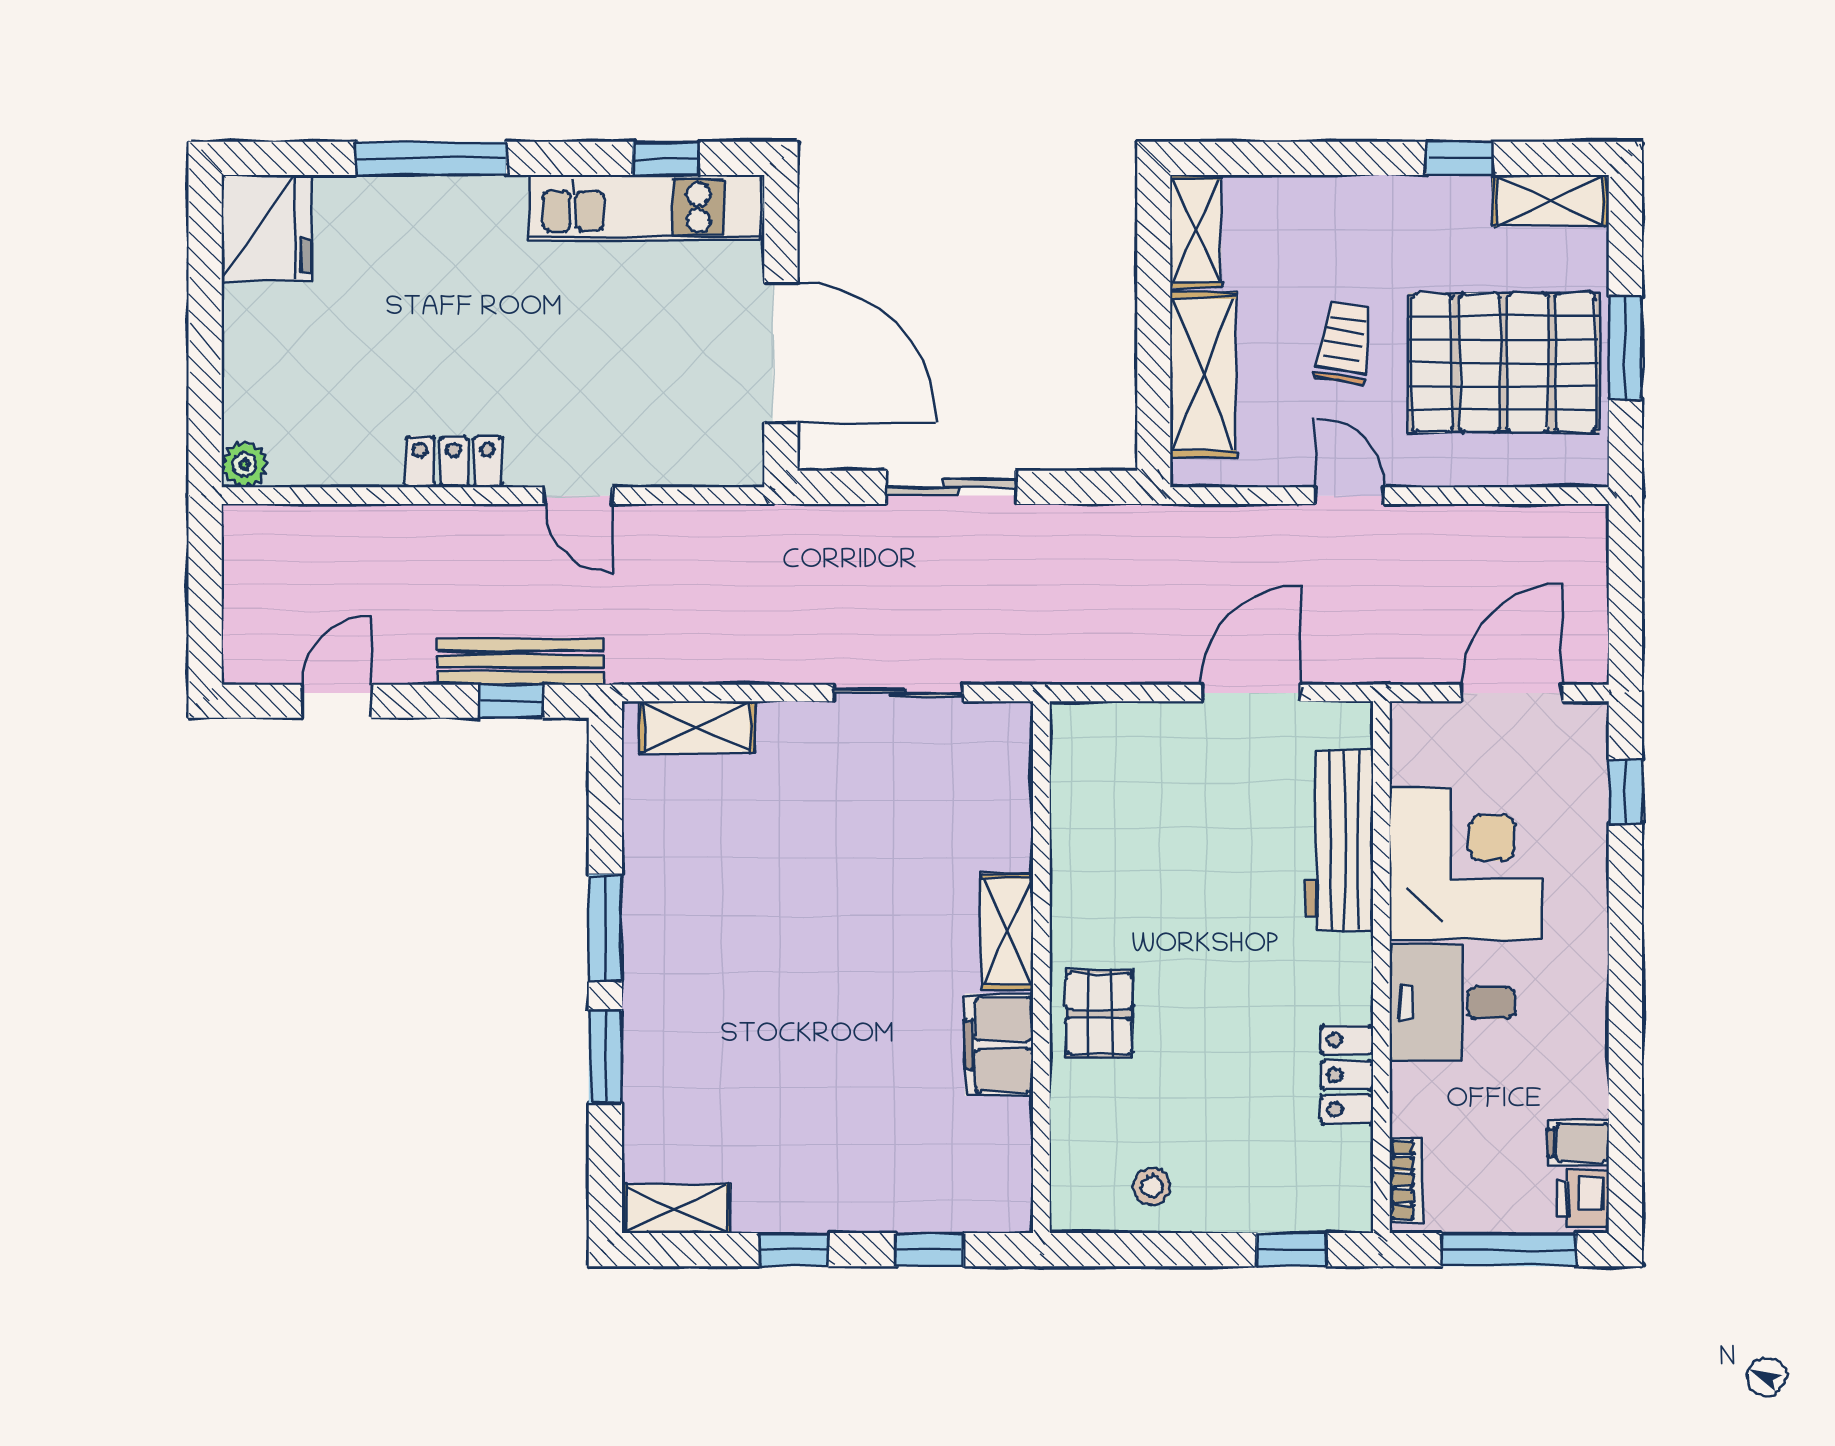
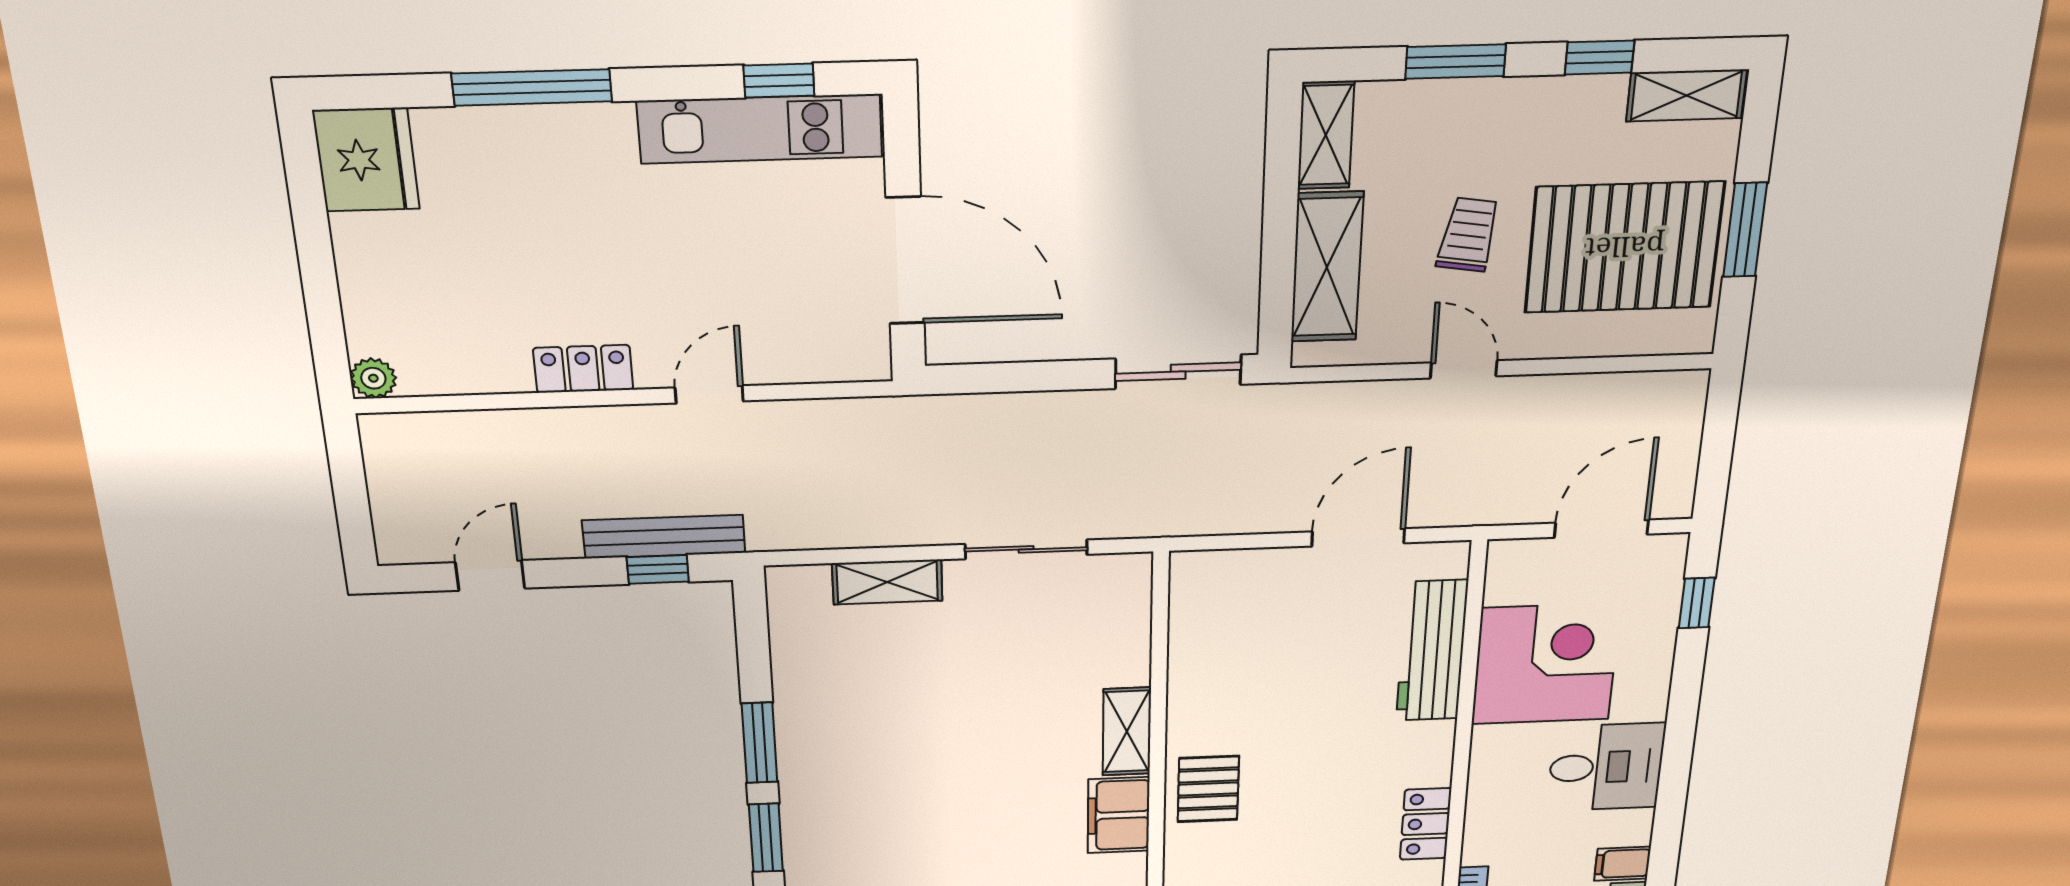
window: (1319, 158) -> (1456, 62), added
sliding door: (951, 487) -> (1178, 372), moved
door: (578, 496) -> (709, 394), swing flipped
shelving: (697, 727) -> (887, 582), moved
desk: (1452, 1002) -> (1606, 767), moved, turned 180

